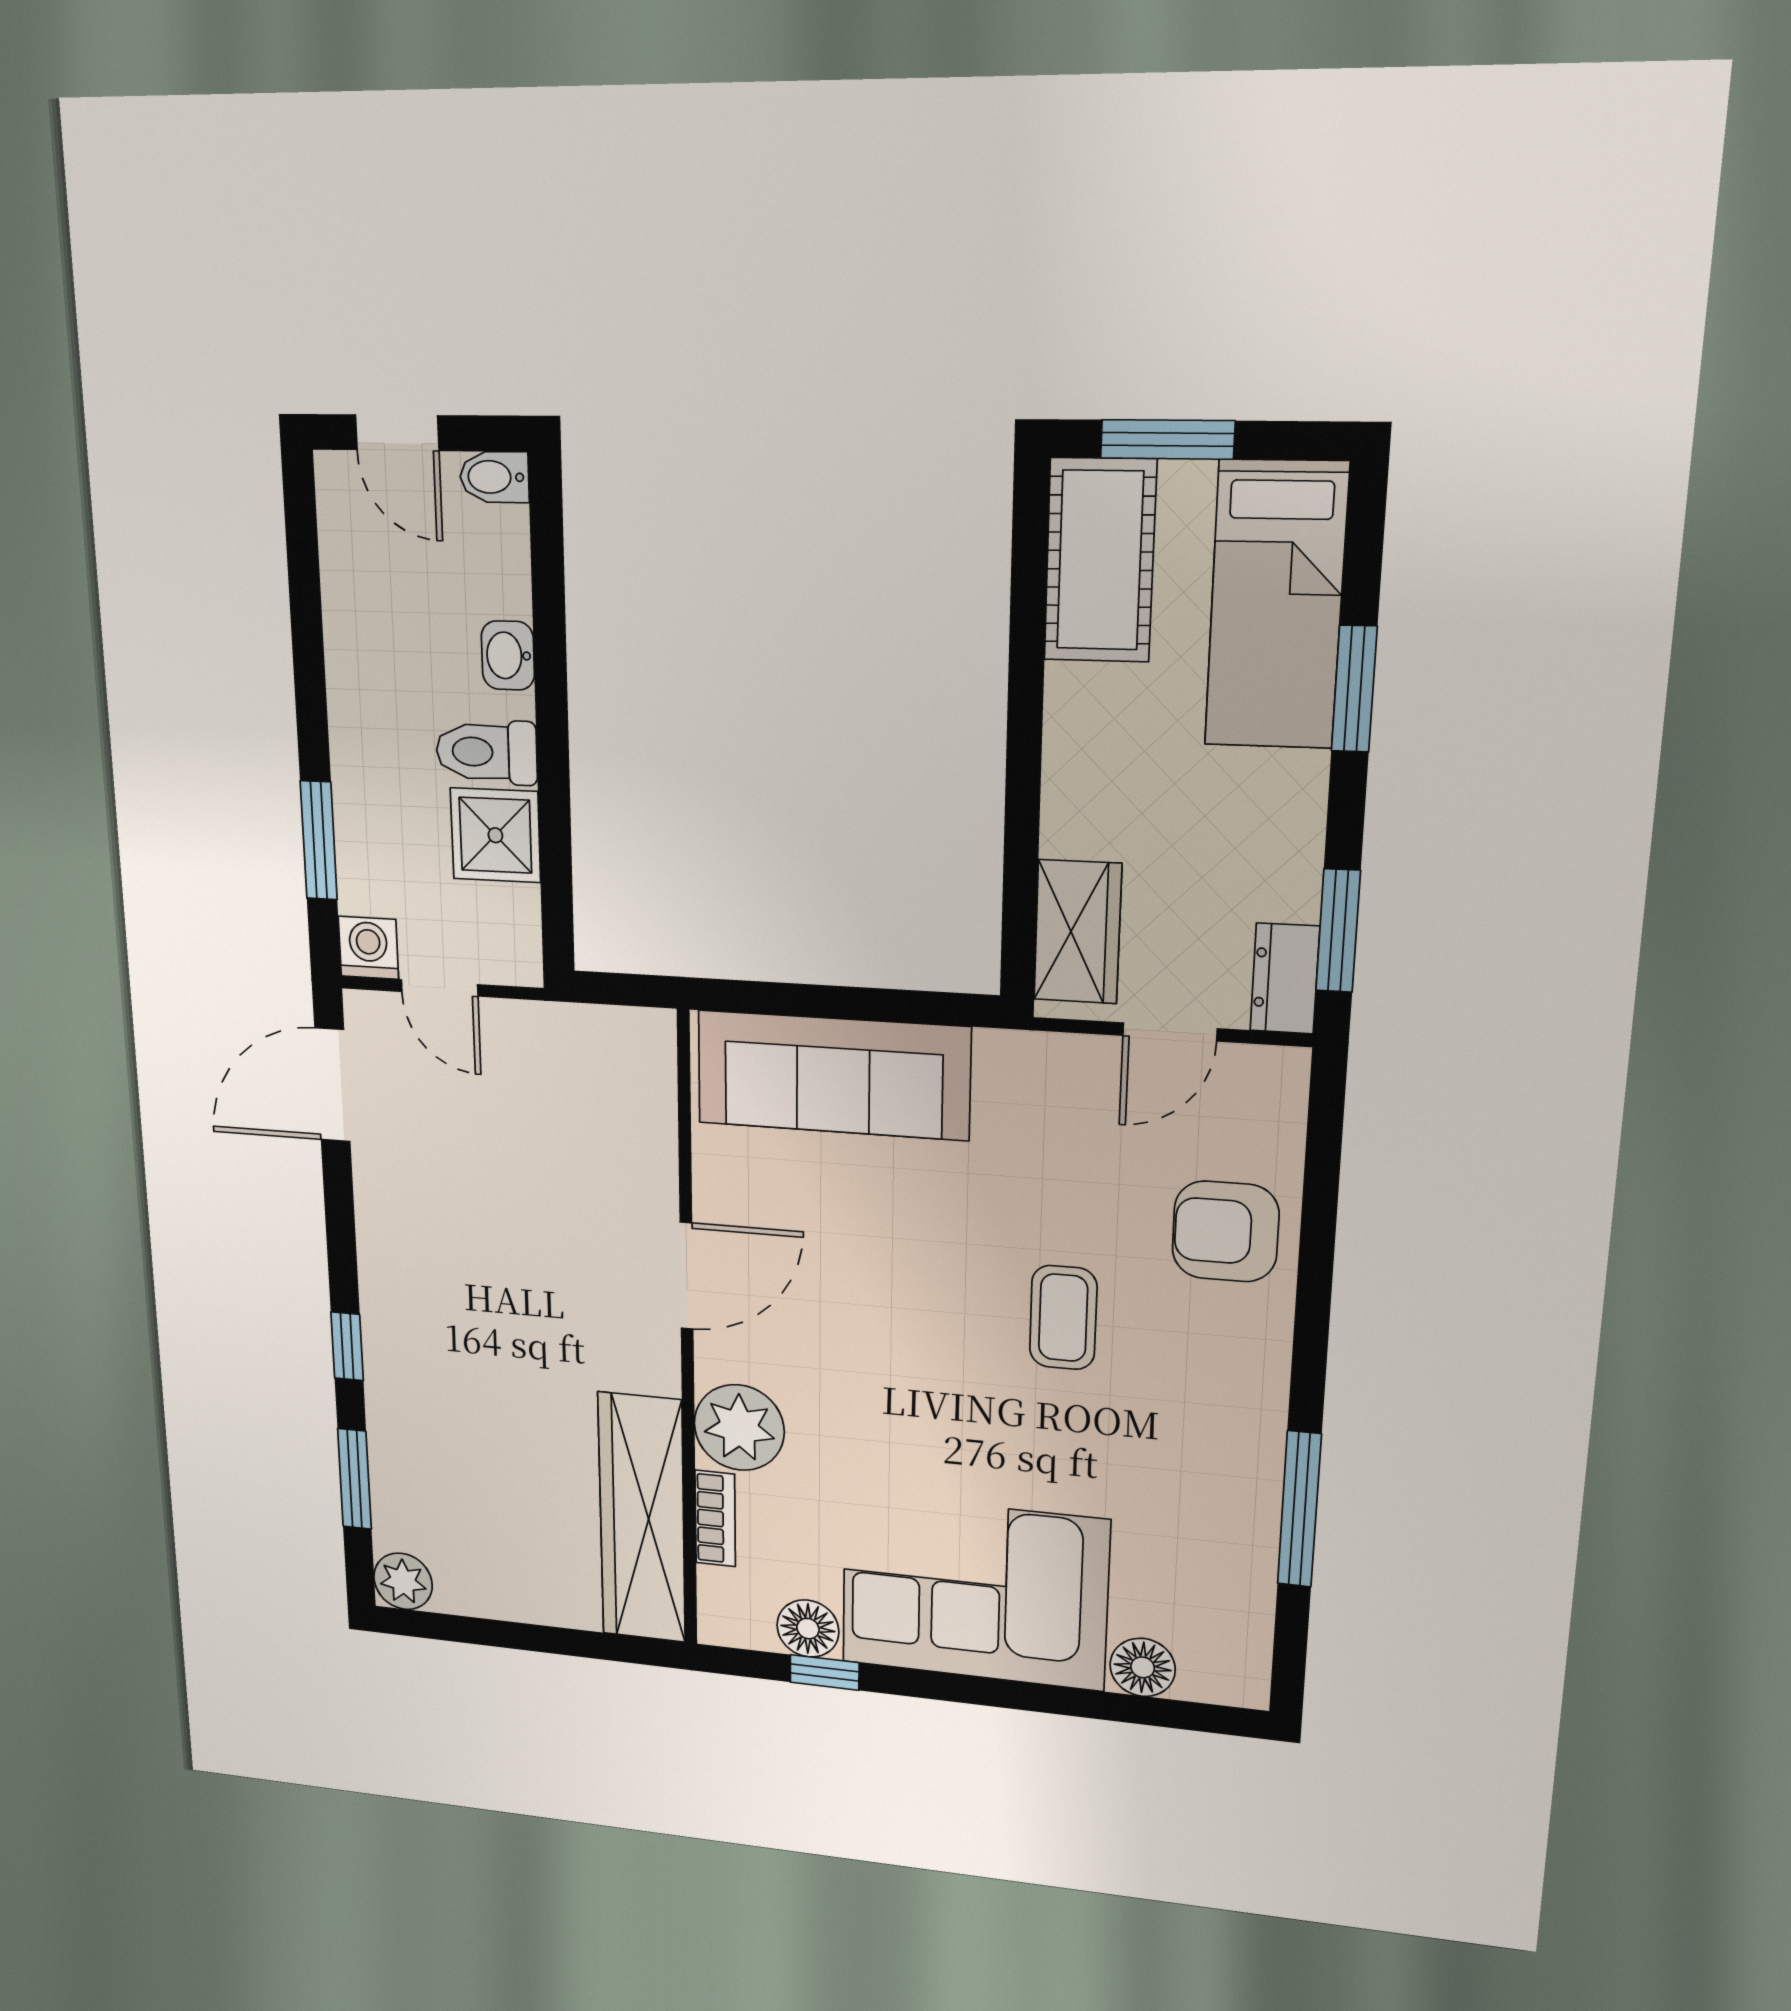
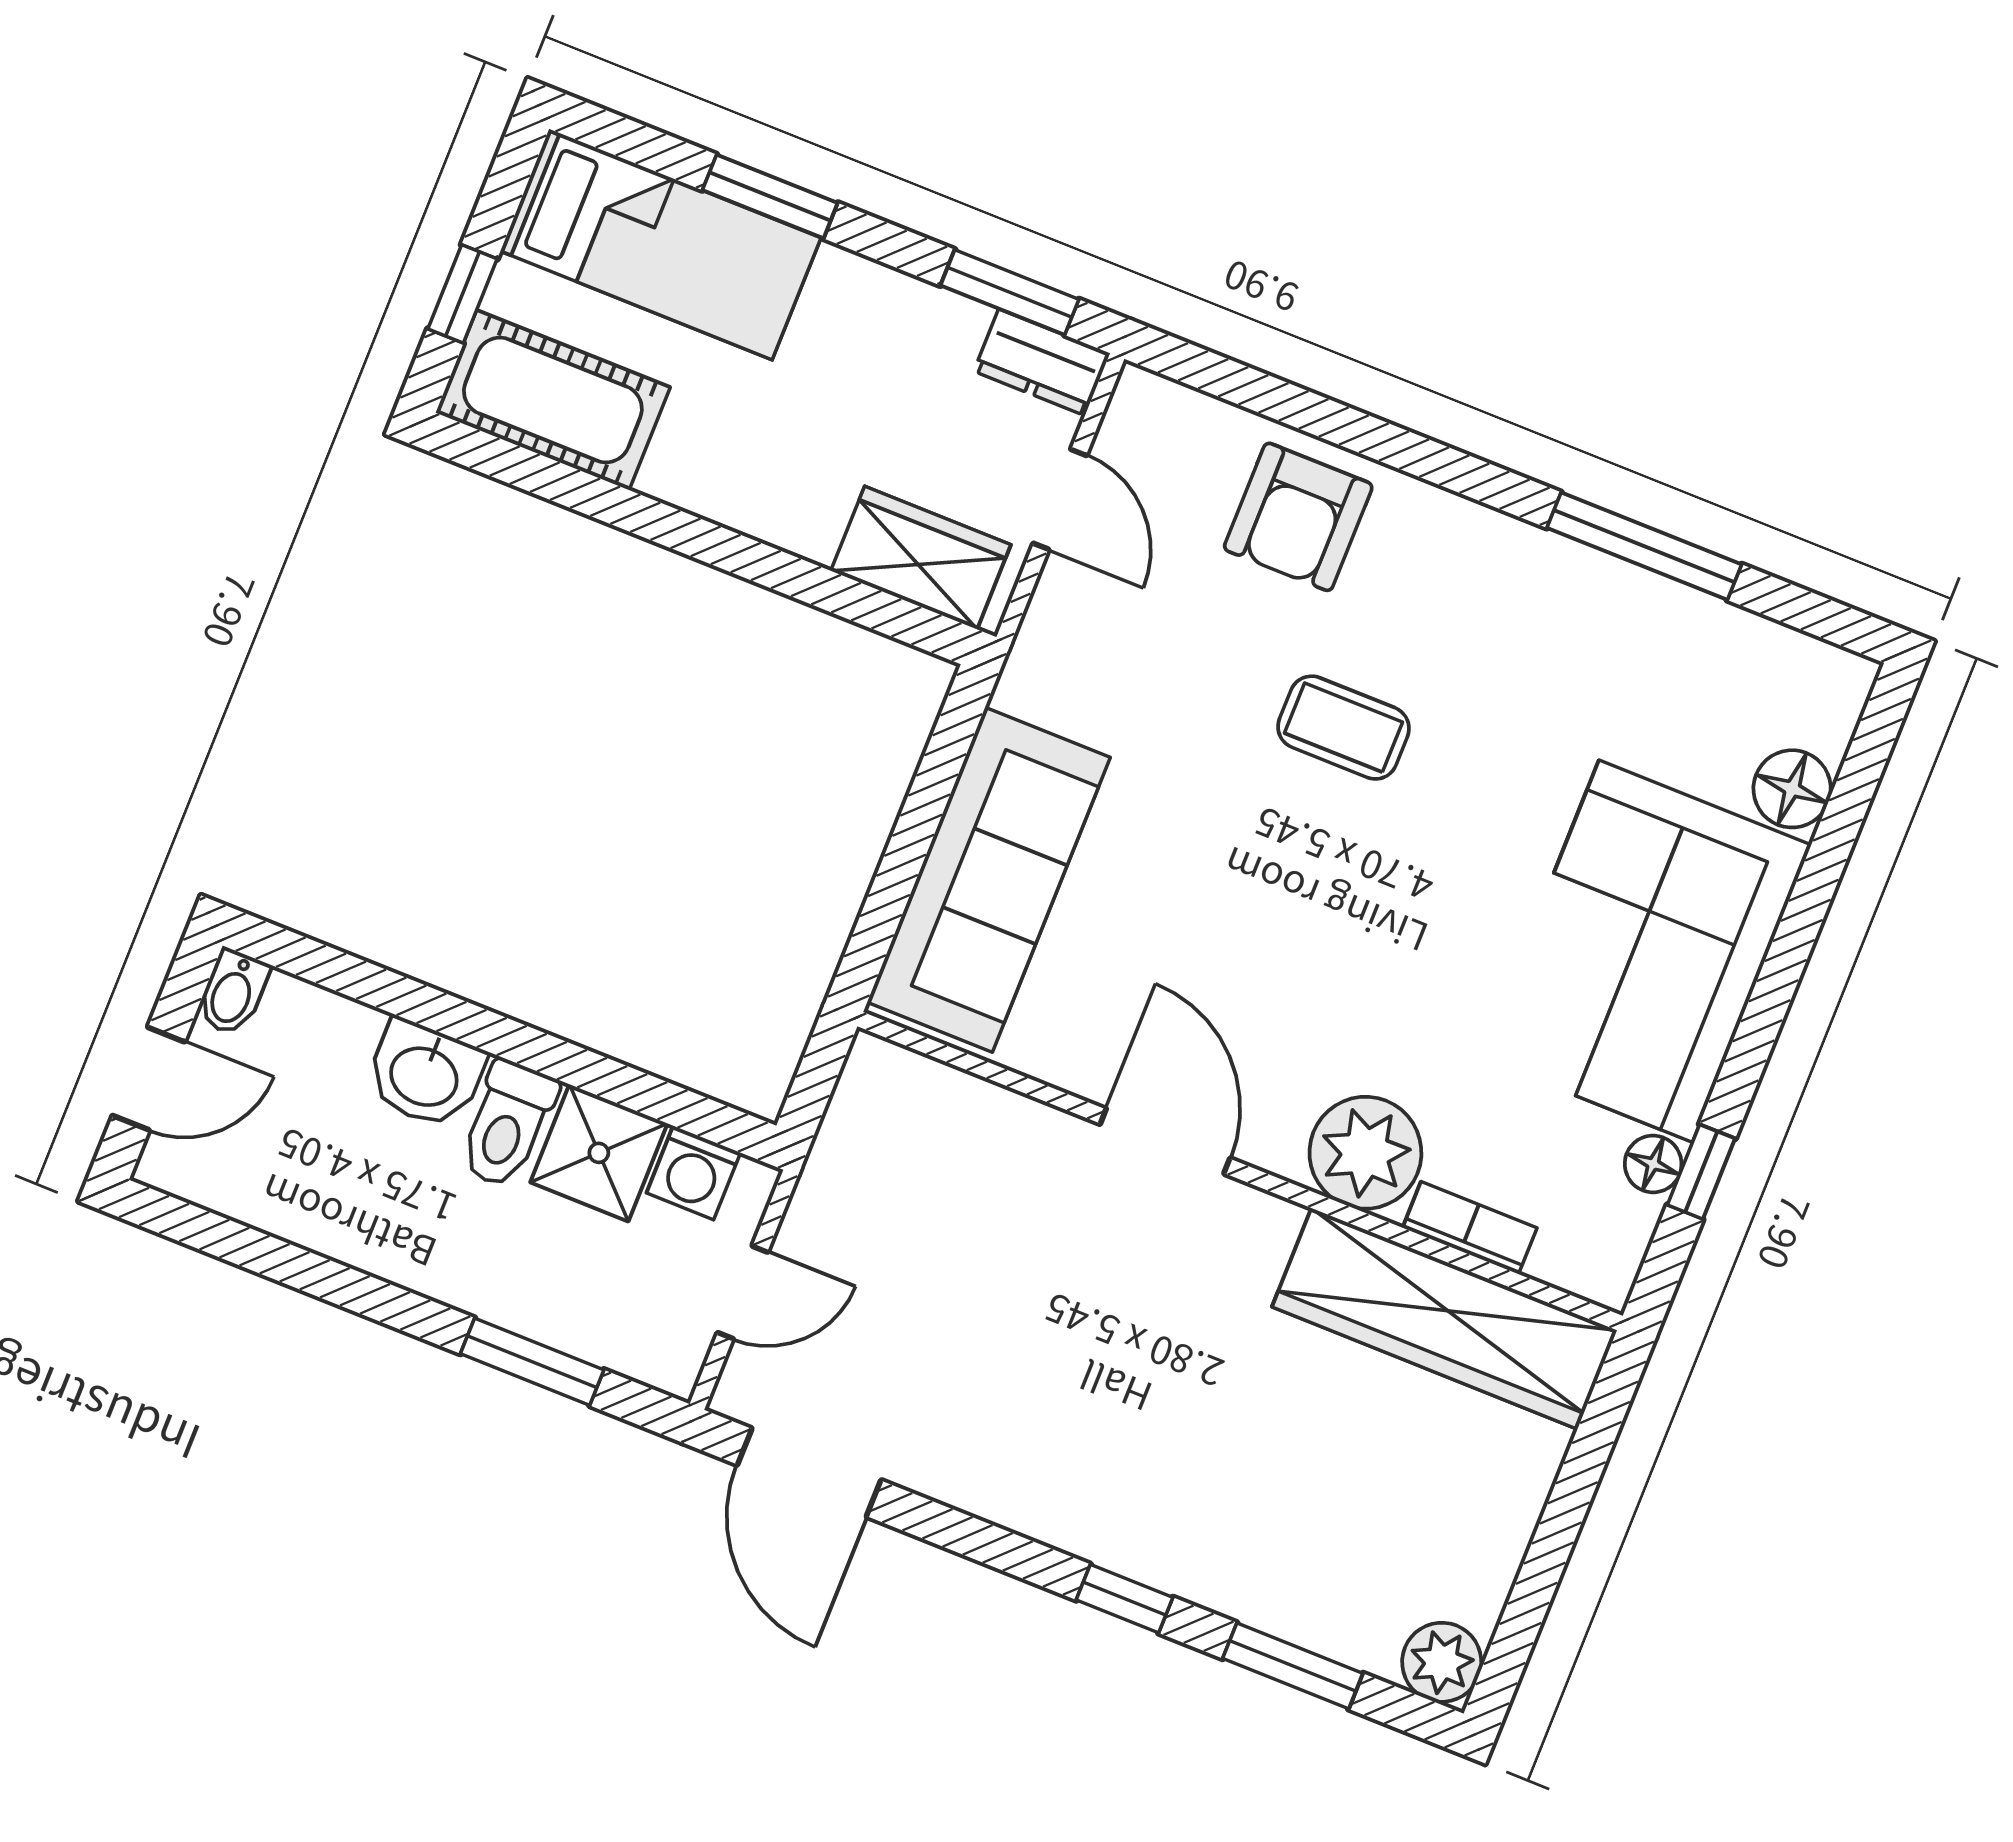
window: (1167, 439) -> (462, 294), width x0.67
washbasin: (508, 655) -> (425, 1074), width x1.38, depth x1.45
washing machine: (368, 948) -> (693, 1173), moved, turned -90
floor lamp: (808, 1629) -> (1653, 1164), width x0.73, depth x0.73

